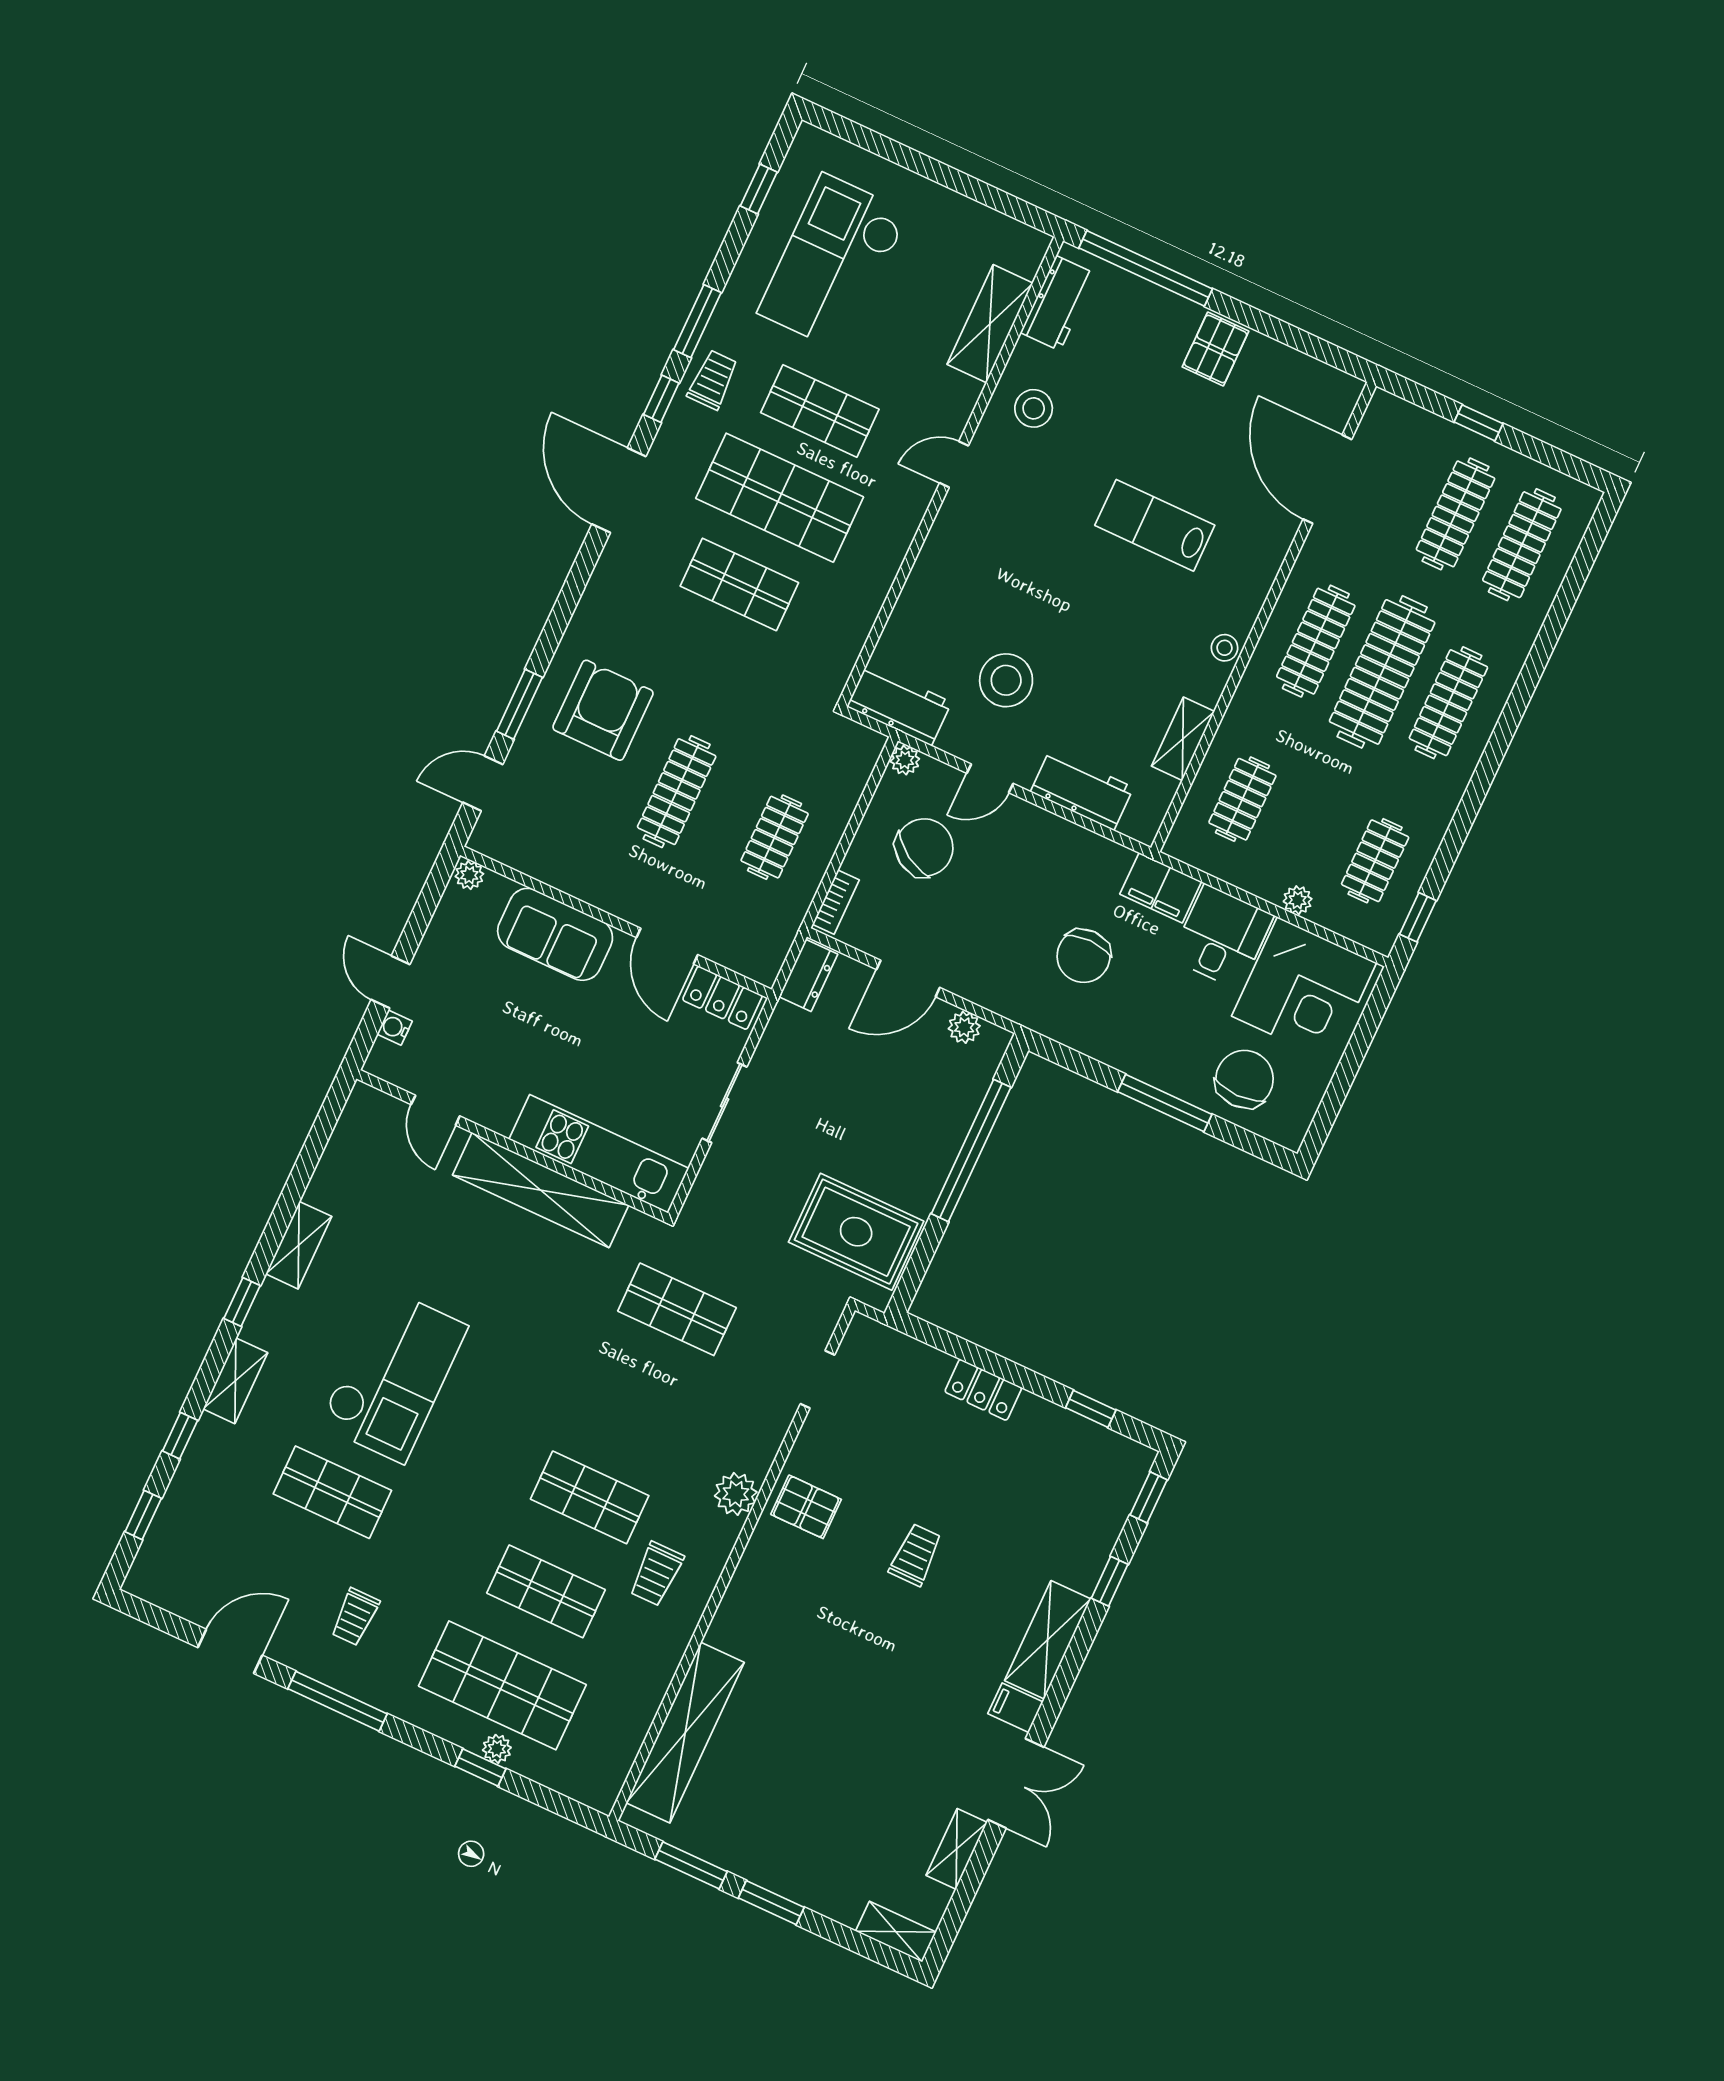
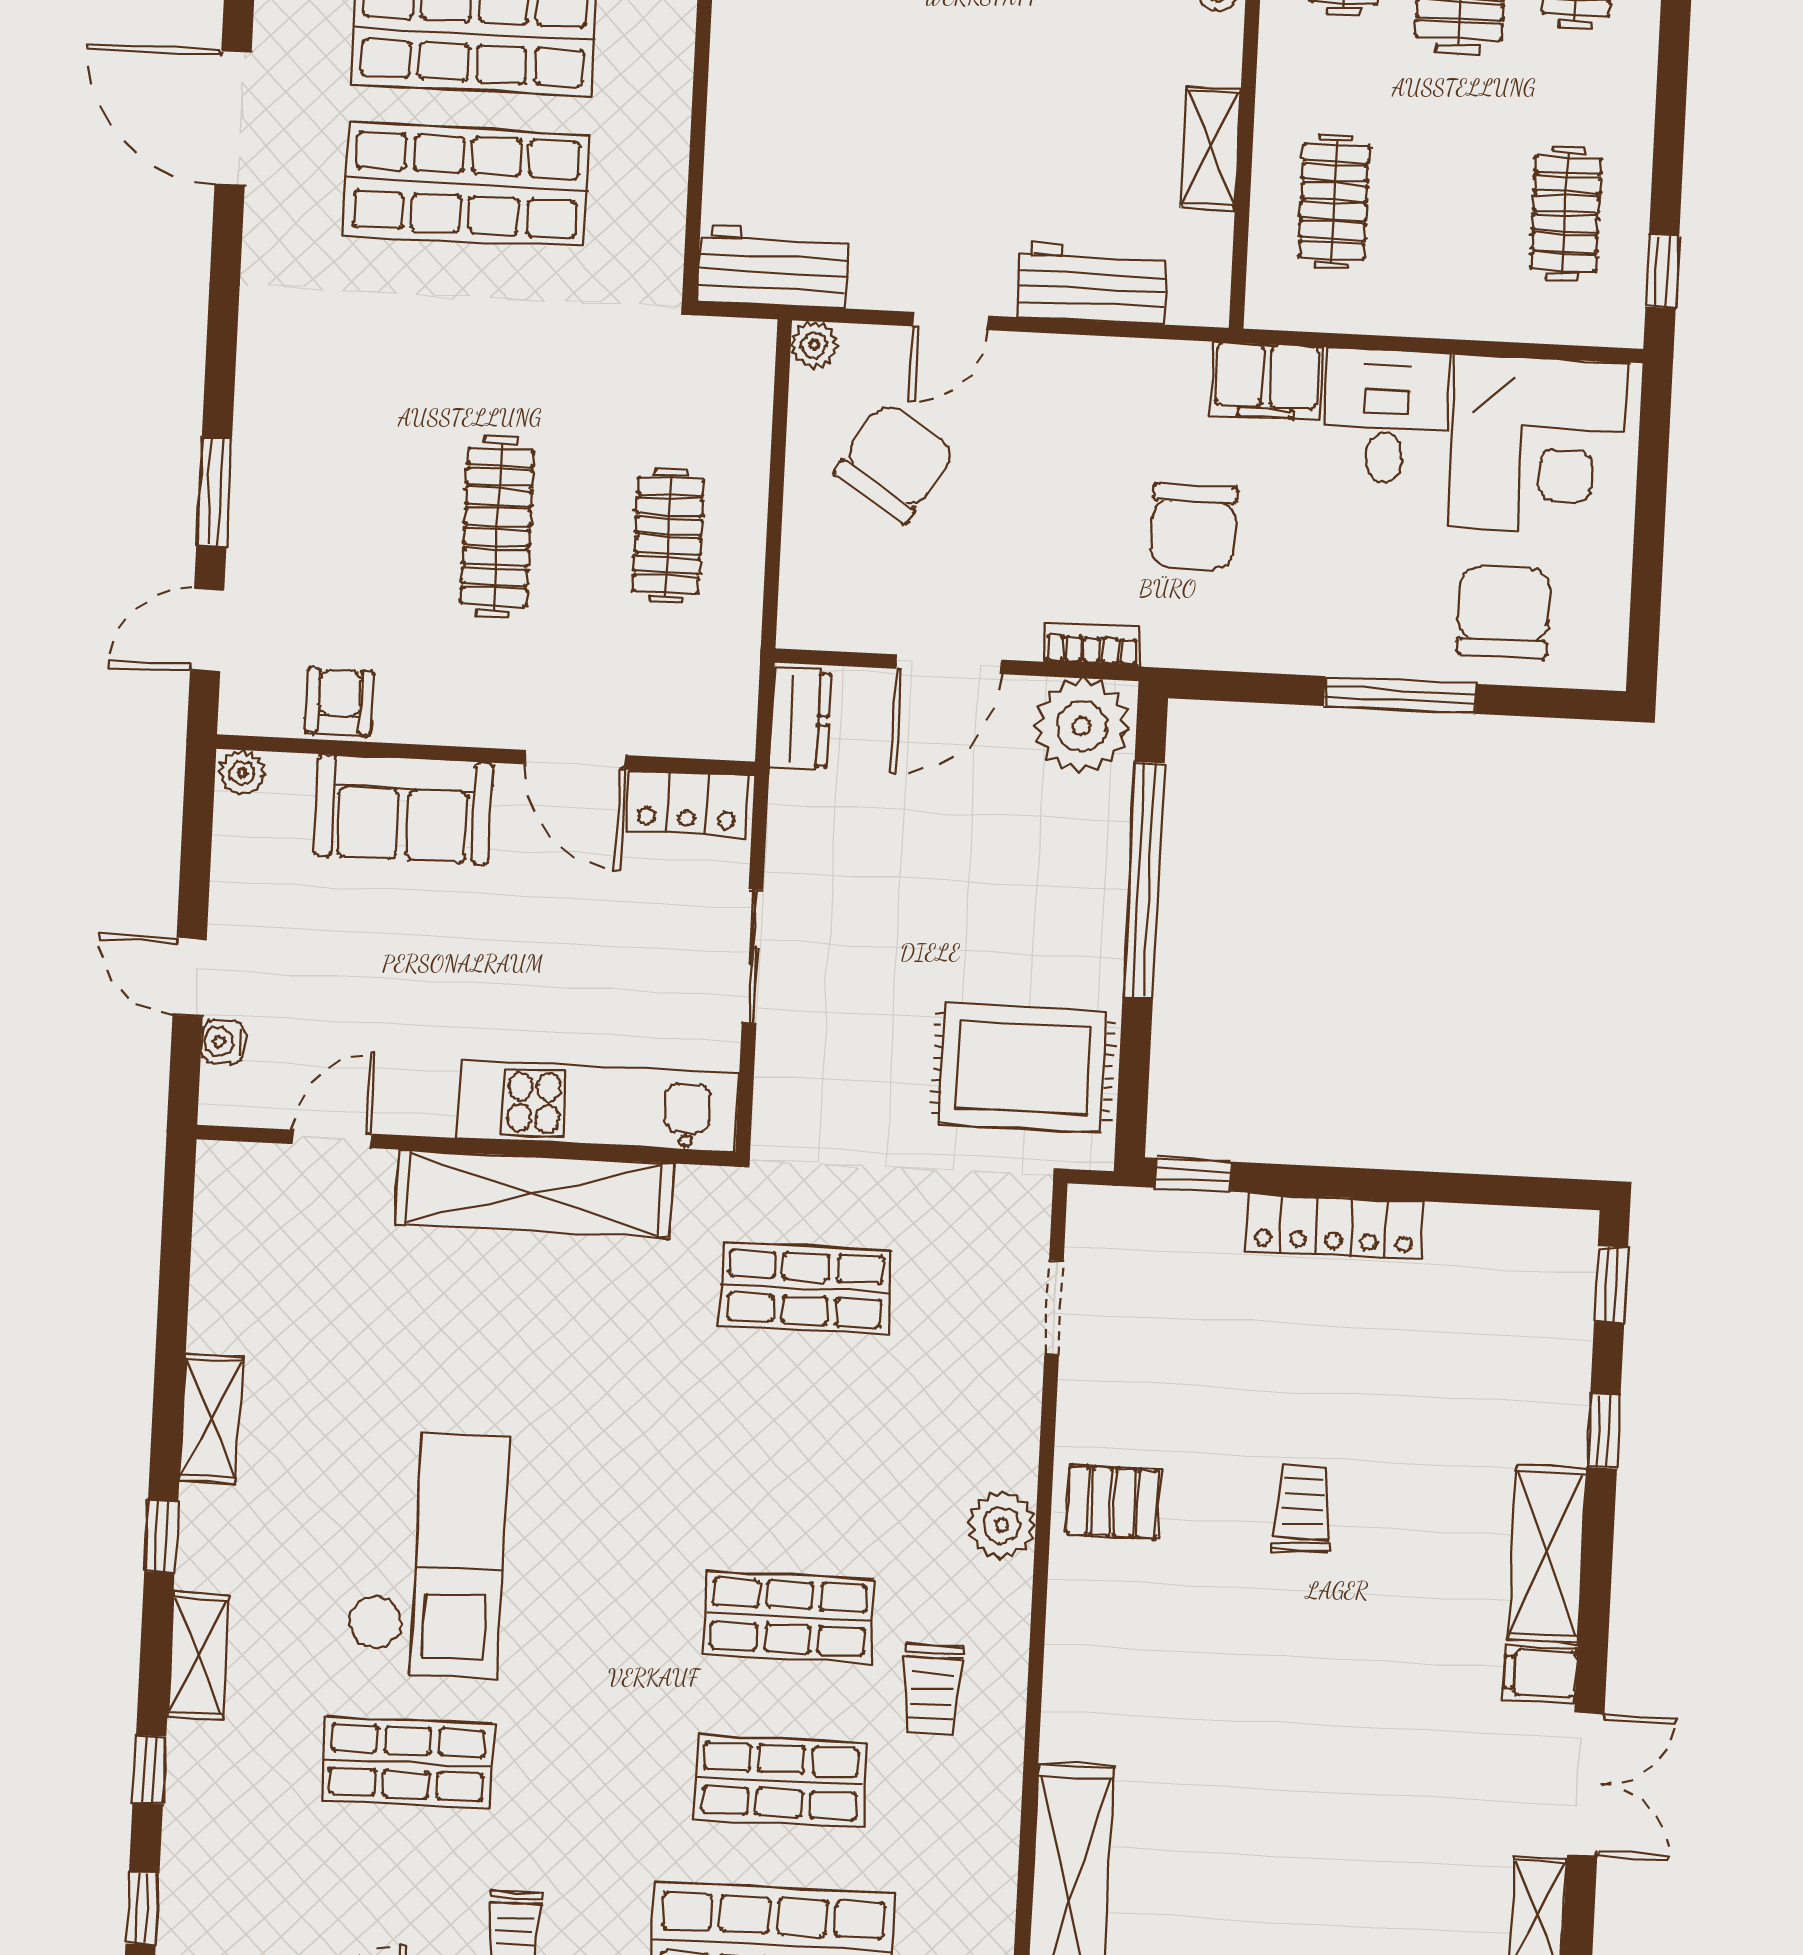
shop shelf: (739, 584) -> (466, 185), width x1.43, depth x1.36
stool: (1006, 680) -> (916, 167), removed
armchair: (603, 710) -> (339, 702), moved, width x0.53, depth x0.53
plant: (1298, 900) -> (1475, 317), removed
bookcase: (836, 902) -> (1092, 645), moved, turned -90
plant: (964, 1027) -> (1082, 726), width x1.88, depth x1.88
door: (435, 1110) -> (332, 1139), swing flipped
locker: (983, 1390) -> (1334, 1226), width x1.53
window: (1091, 1409) -> (1194, 1175), moved

